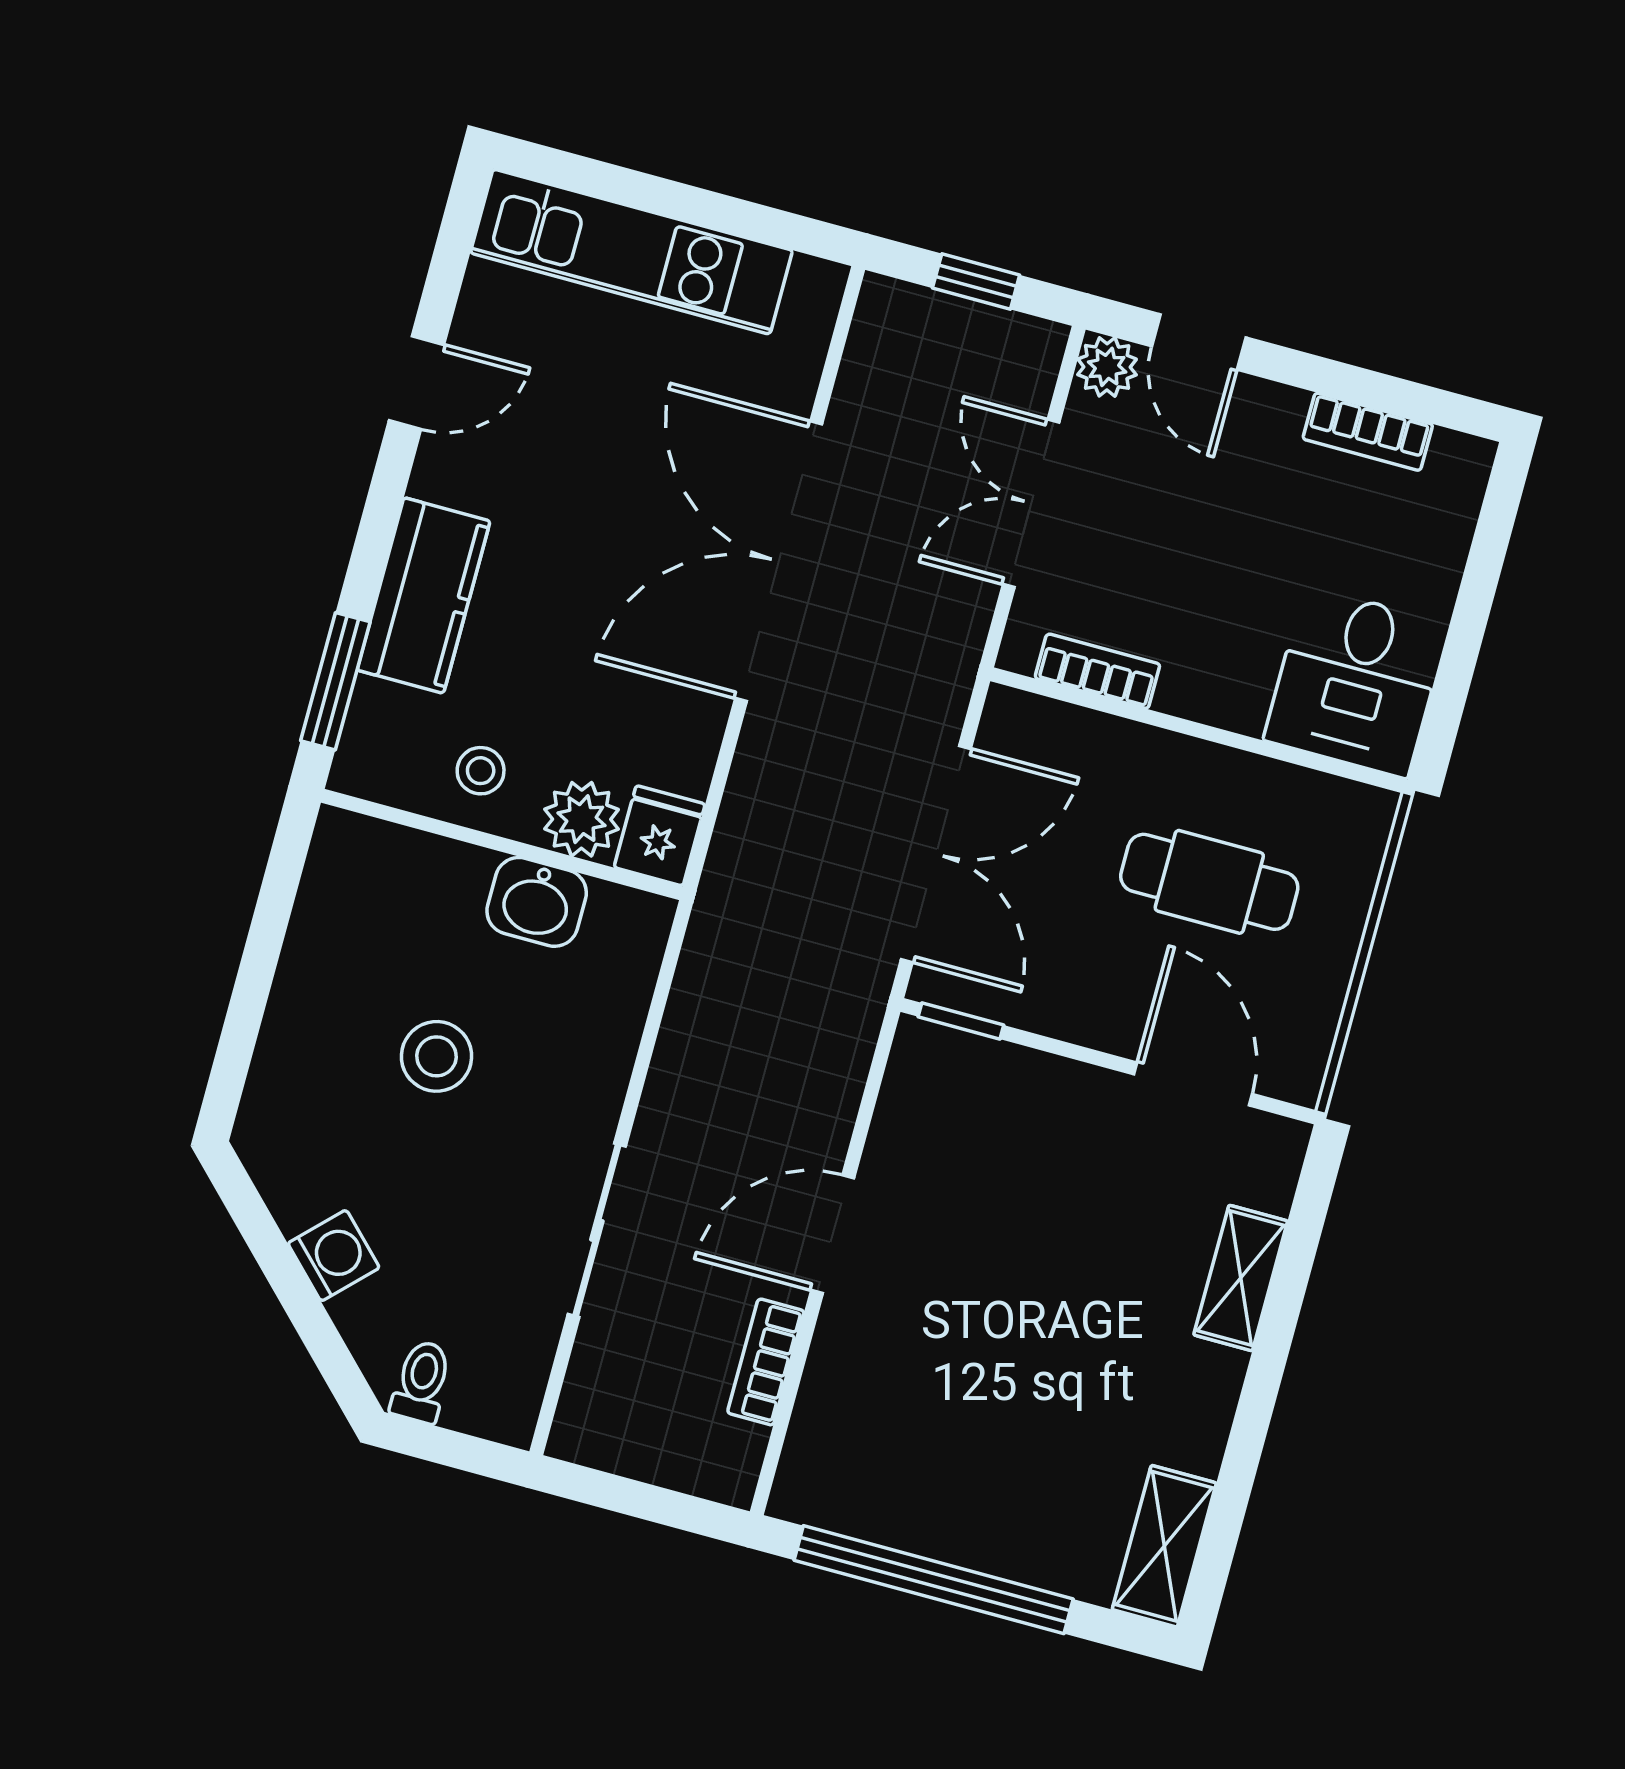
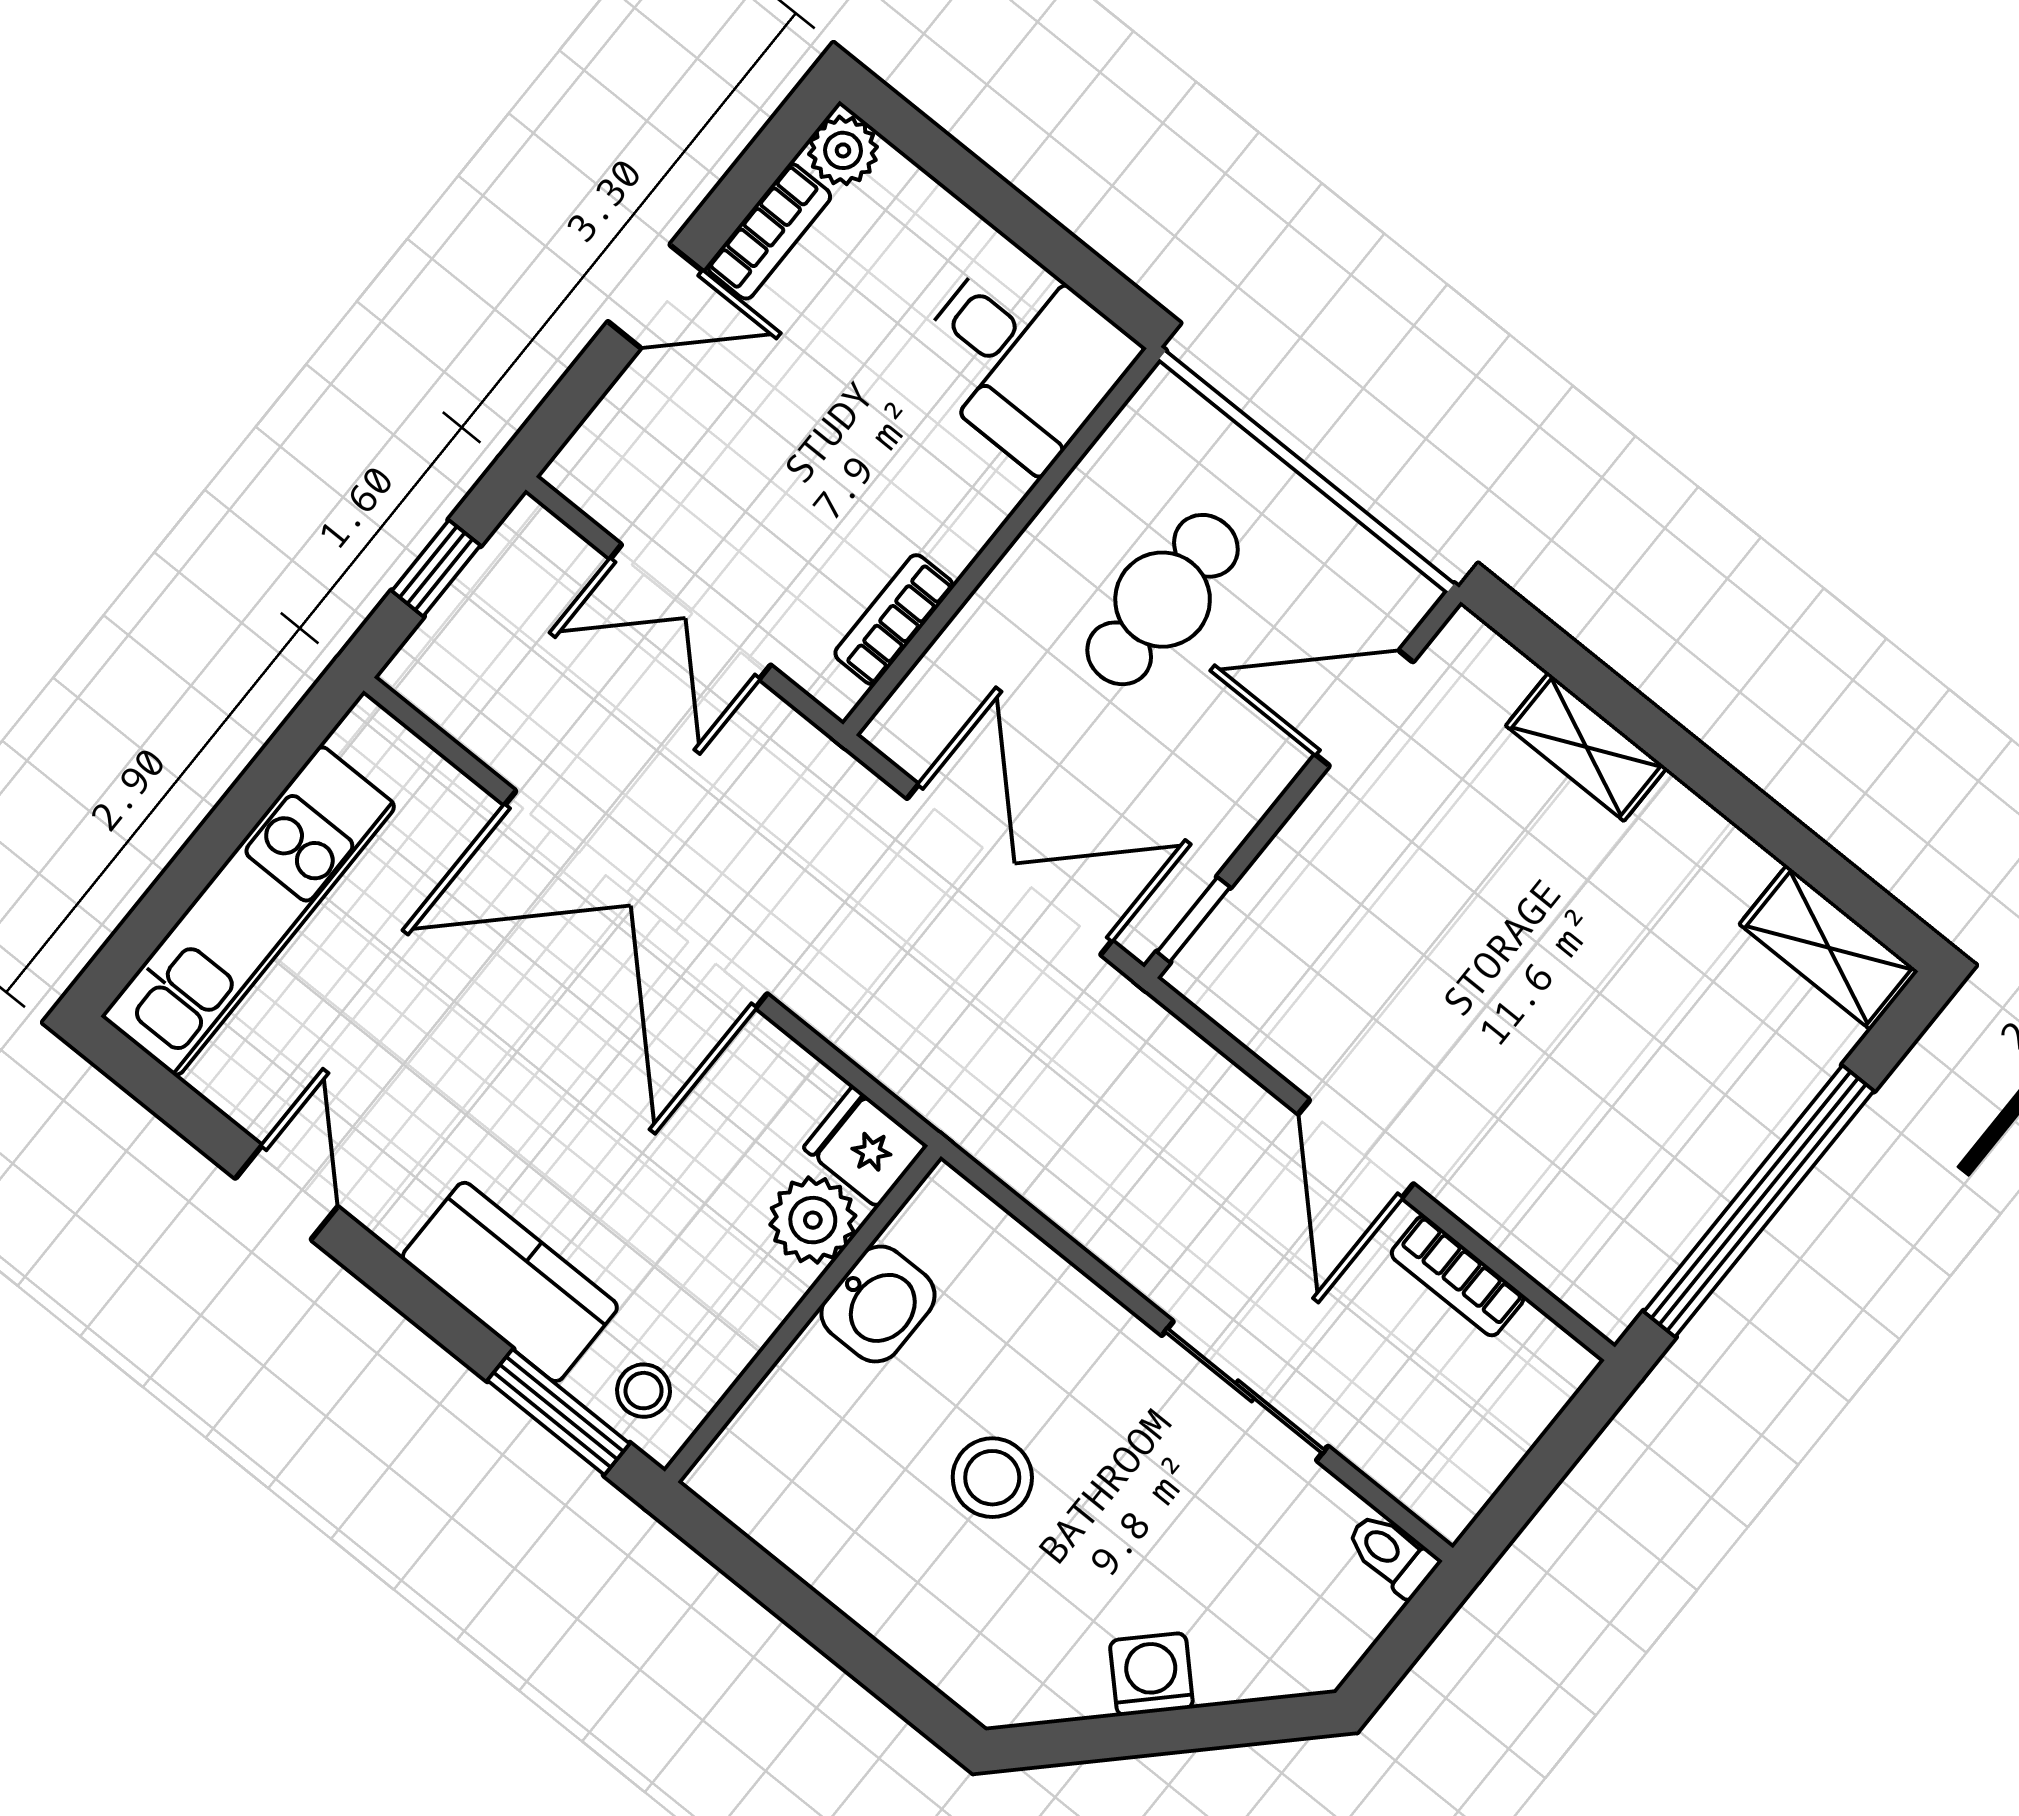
door: (1199, 342) -> (655, 296), moved
plant: (1107, 367) -> (843, 150), moved
stool: (481, 771) -> (644, 1391), moved
toilet: (421, 1382) -> (1392, 1554), moved

